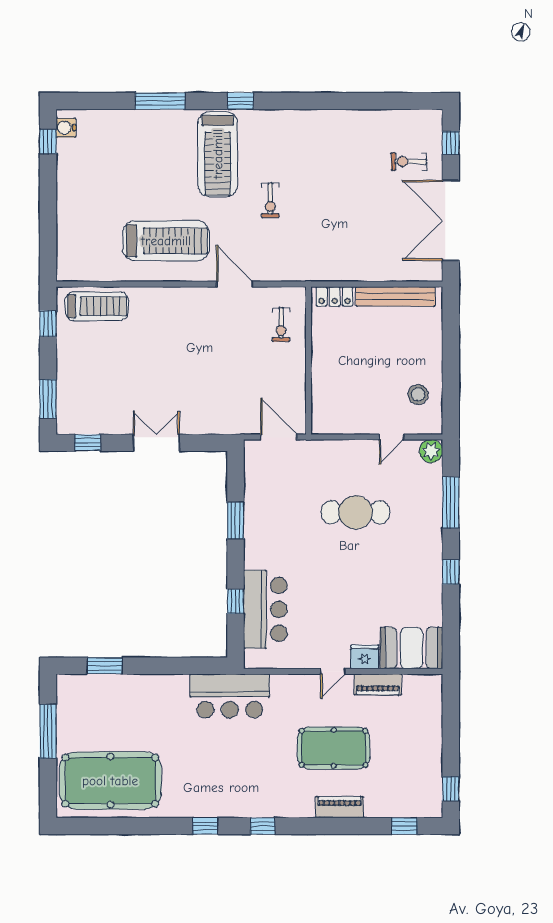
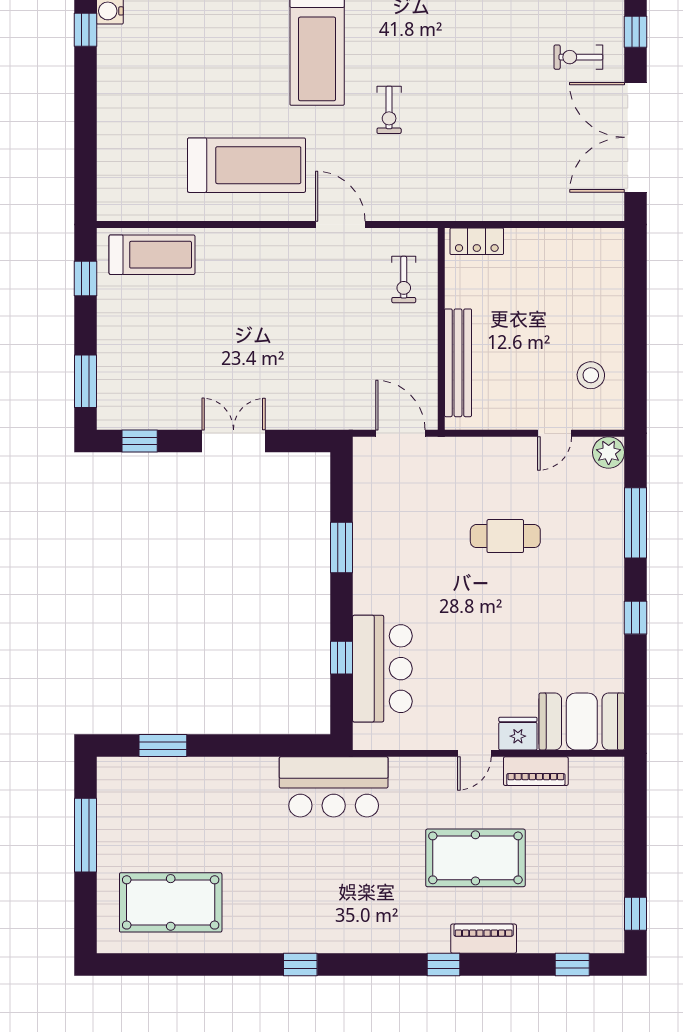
bench: (395, 296) -> (458, 363), moved, turned 90
cafe table: (355, 512) -> (505, 536), width x0.73, depth x0.74
pool table: (110, 781) -> (171, 902), width x0.73, depth x0.76
window: (263, 826) -> (443, 964), moved

